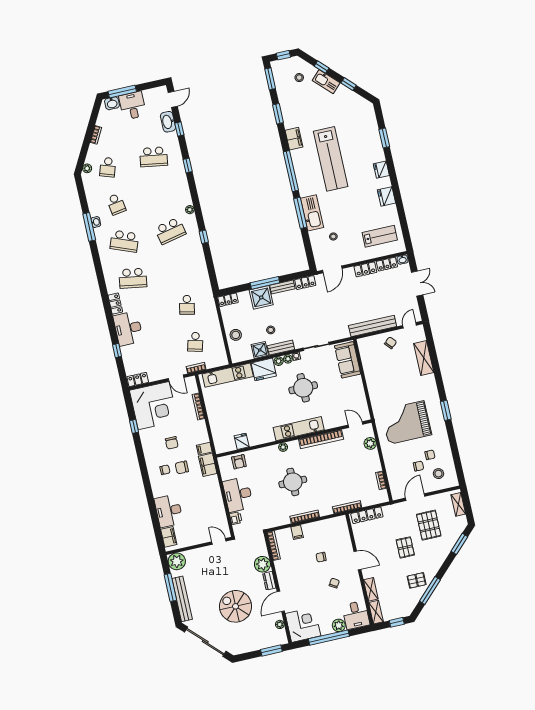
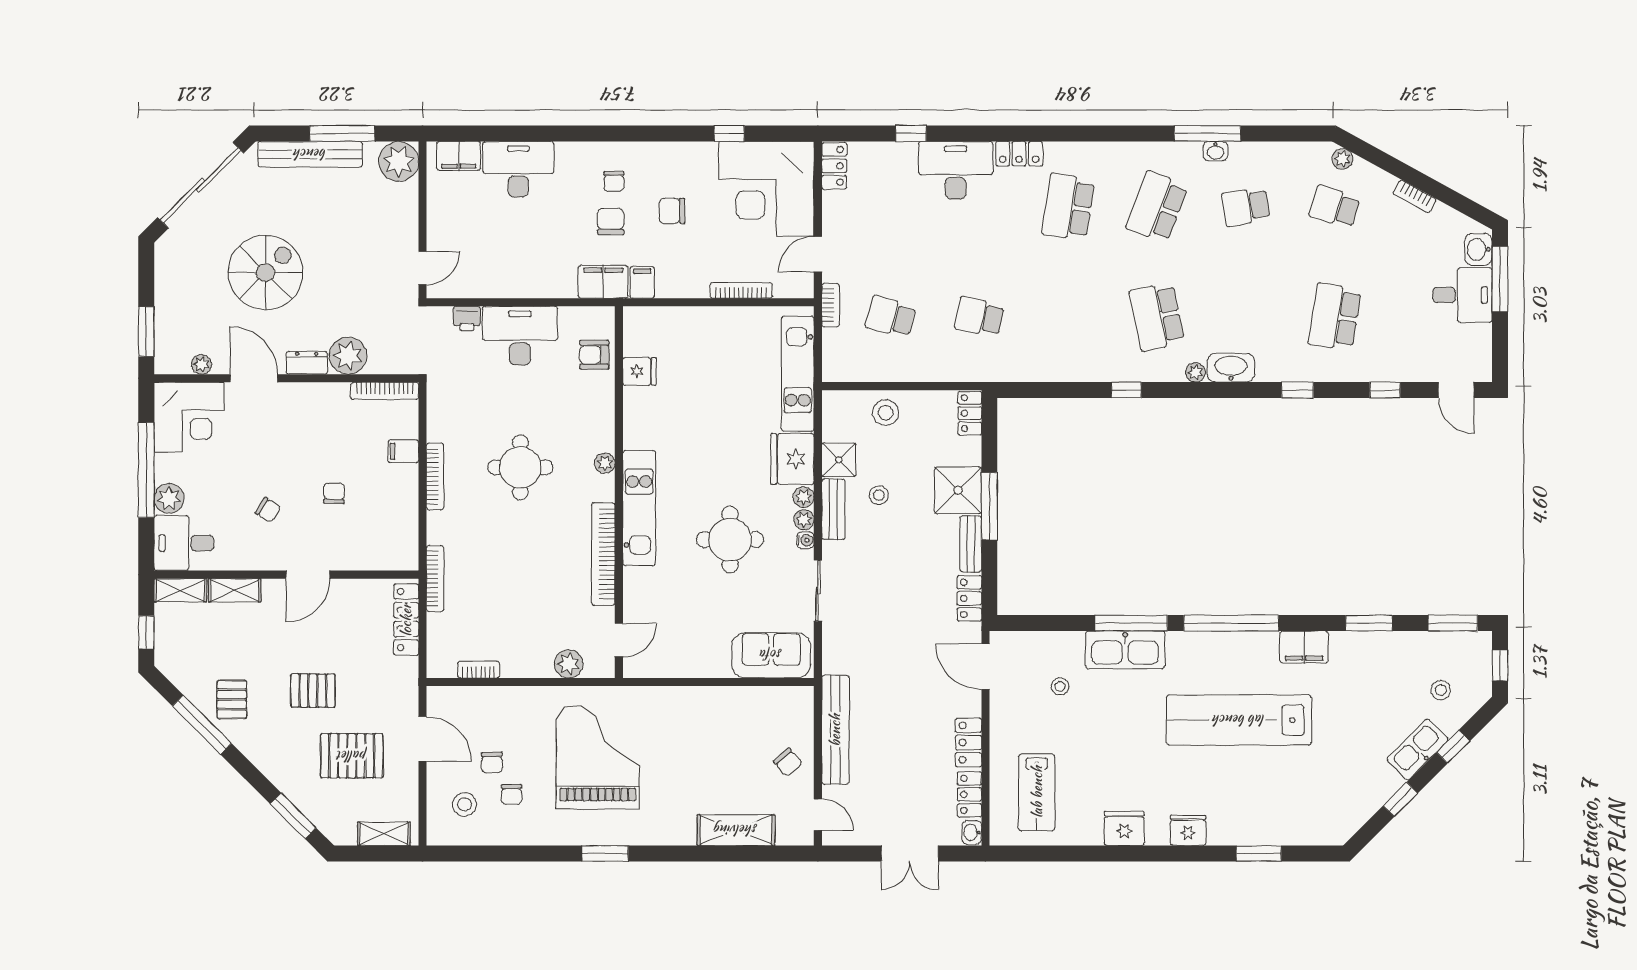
washbasin: (168, 122) -> (1231, 368), moved

